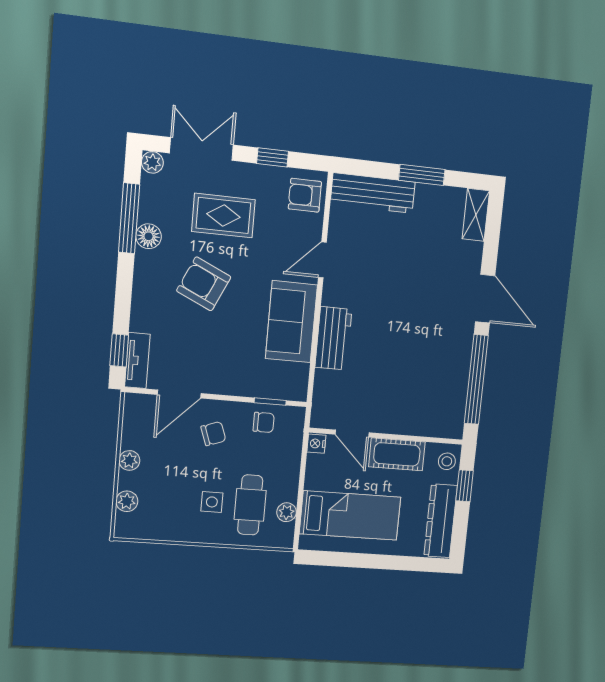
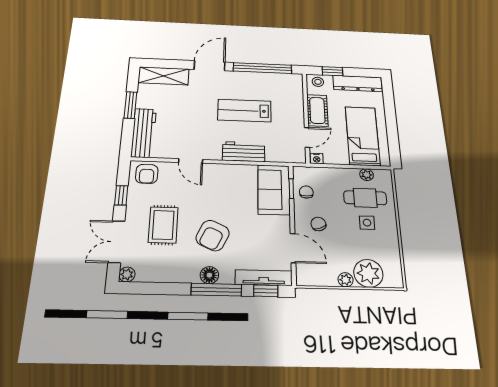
shelving: (476, 215) -> (164, 76), width x1.50, depth x1.33
window: (129, 218) -> (216, 290), moved
floor lamp: (149, 236) -> (209, 275), moved
sofa: (291, 322) -> (274, 190), moved, turned 90
lab bench: (403, 345) -> (244, 111), added
tv unit: (137, 361) -> (264, 278), width x1.41
plant: (127, 501) -> (368, 273), width x1.87, depth x1.87

